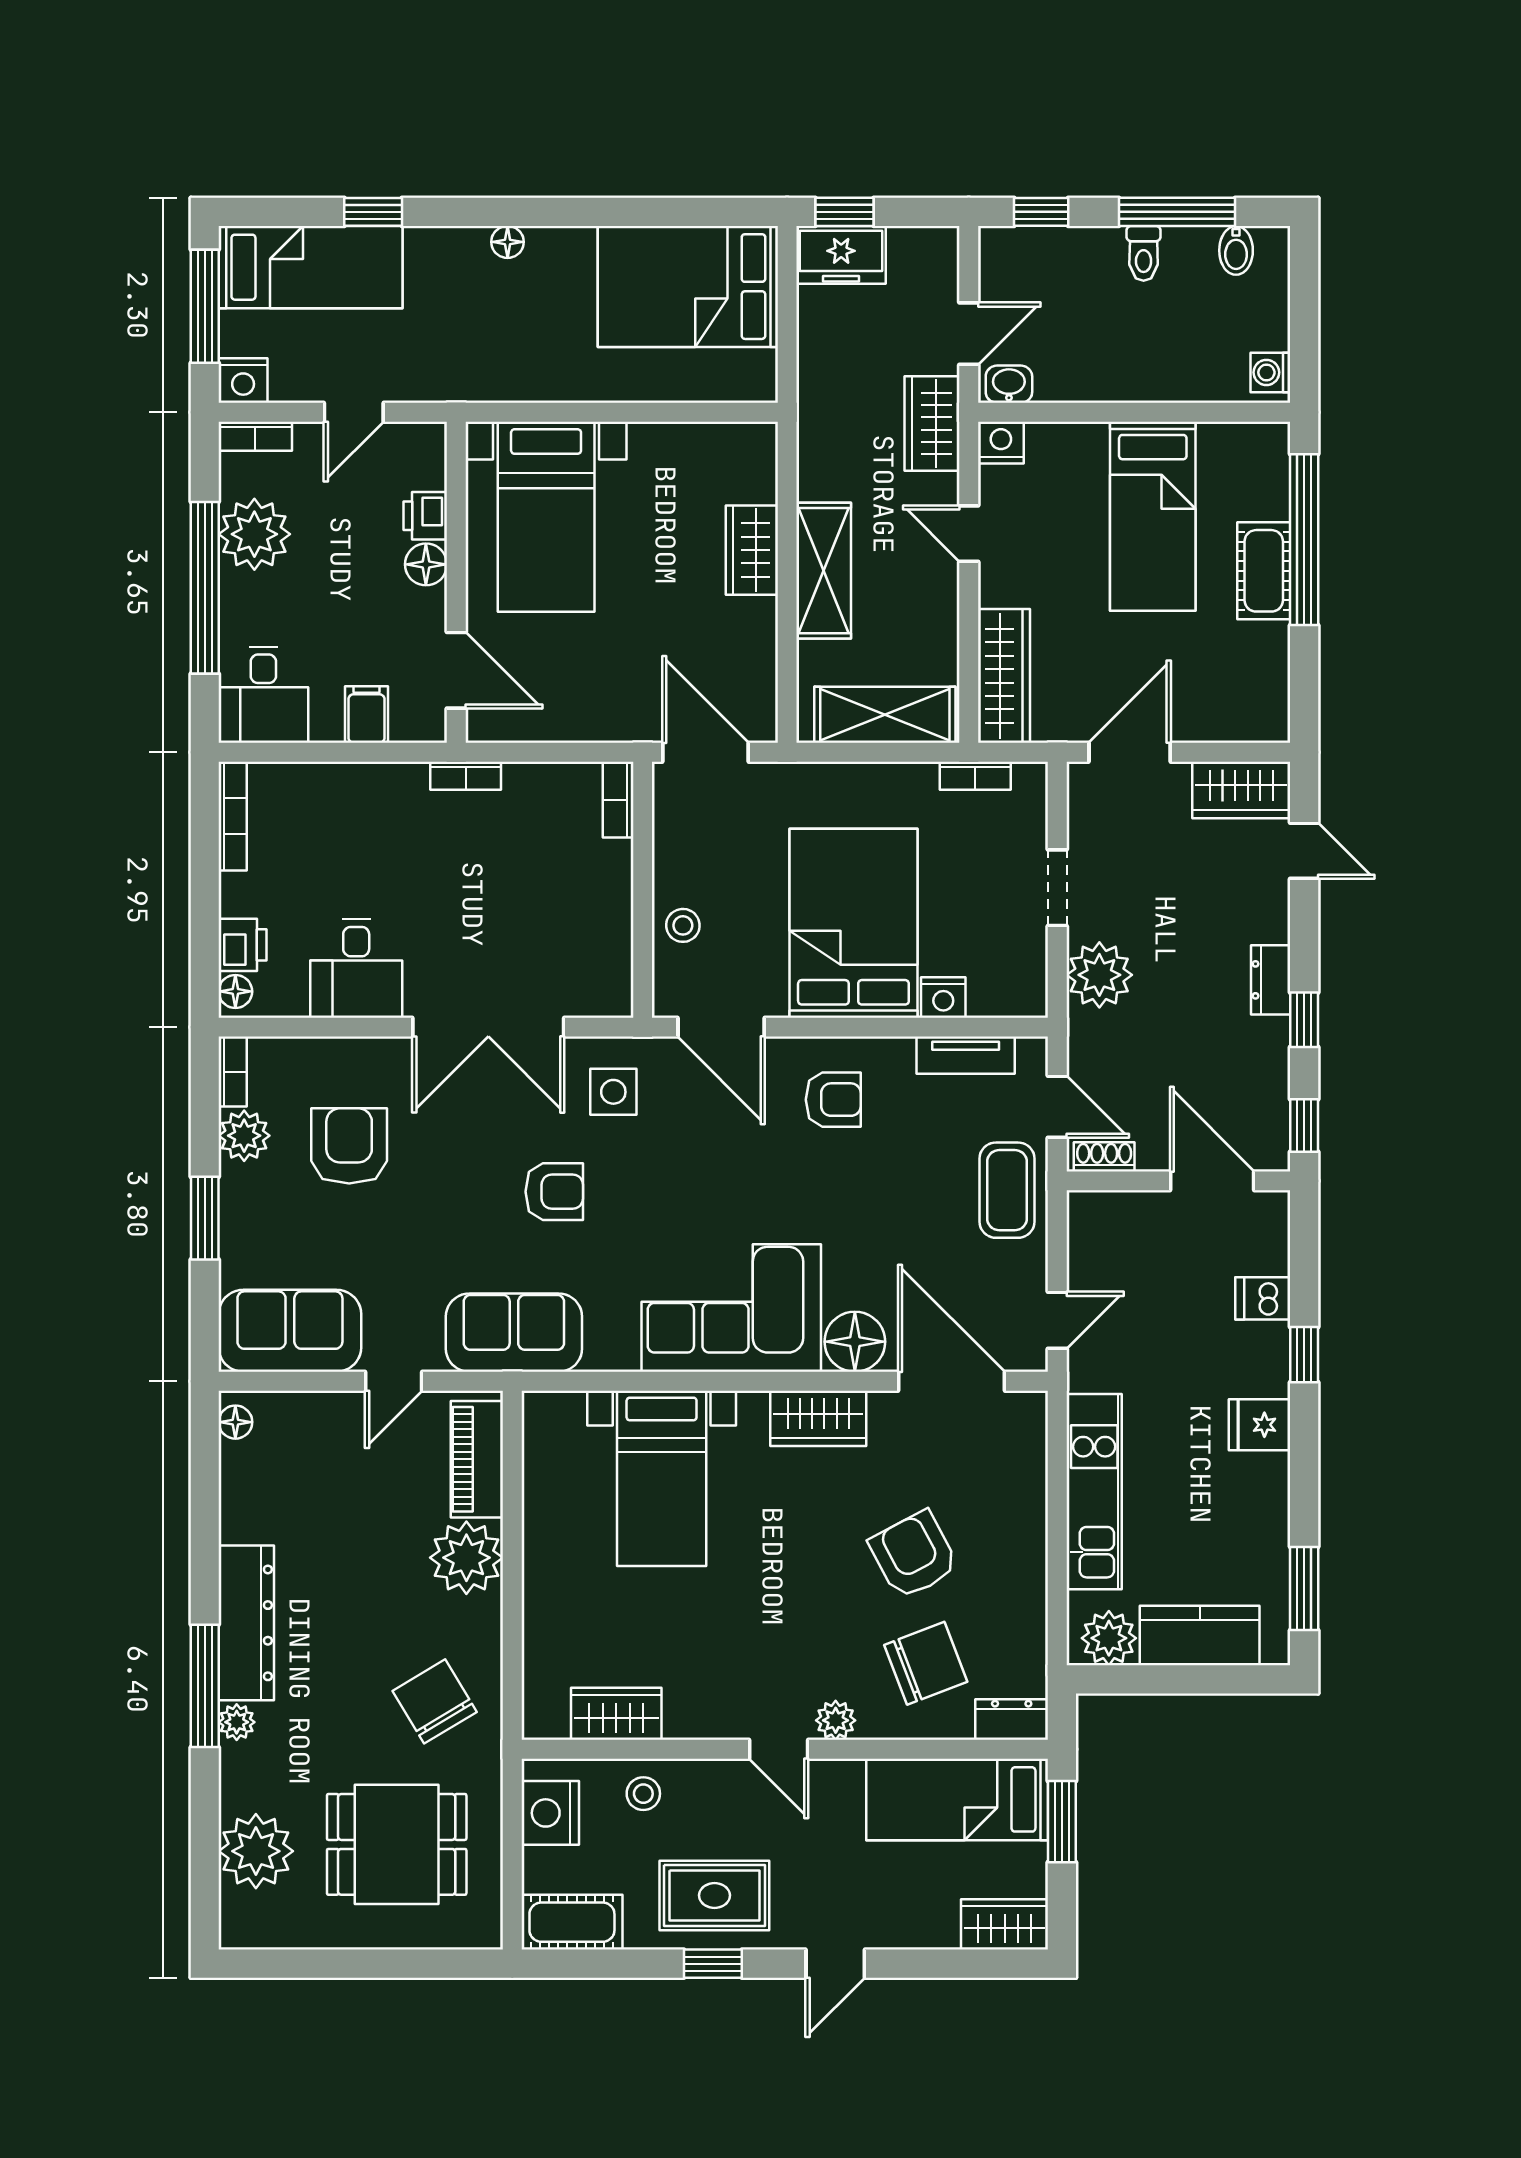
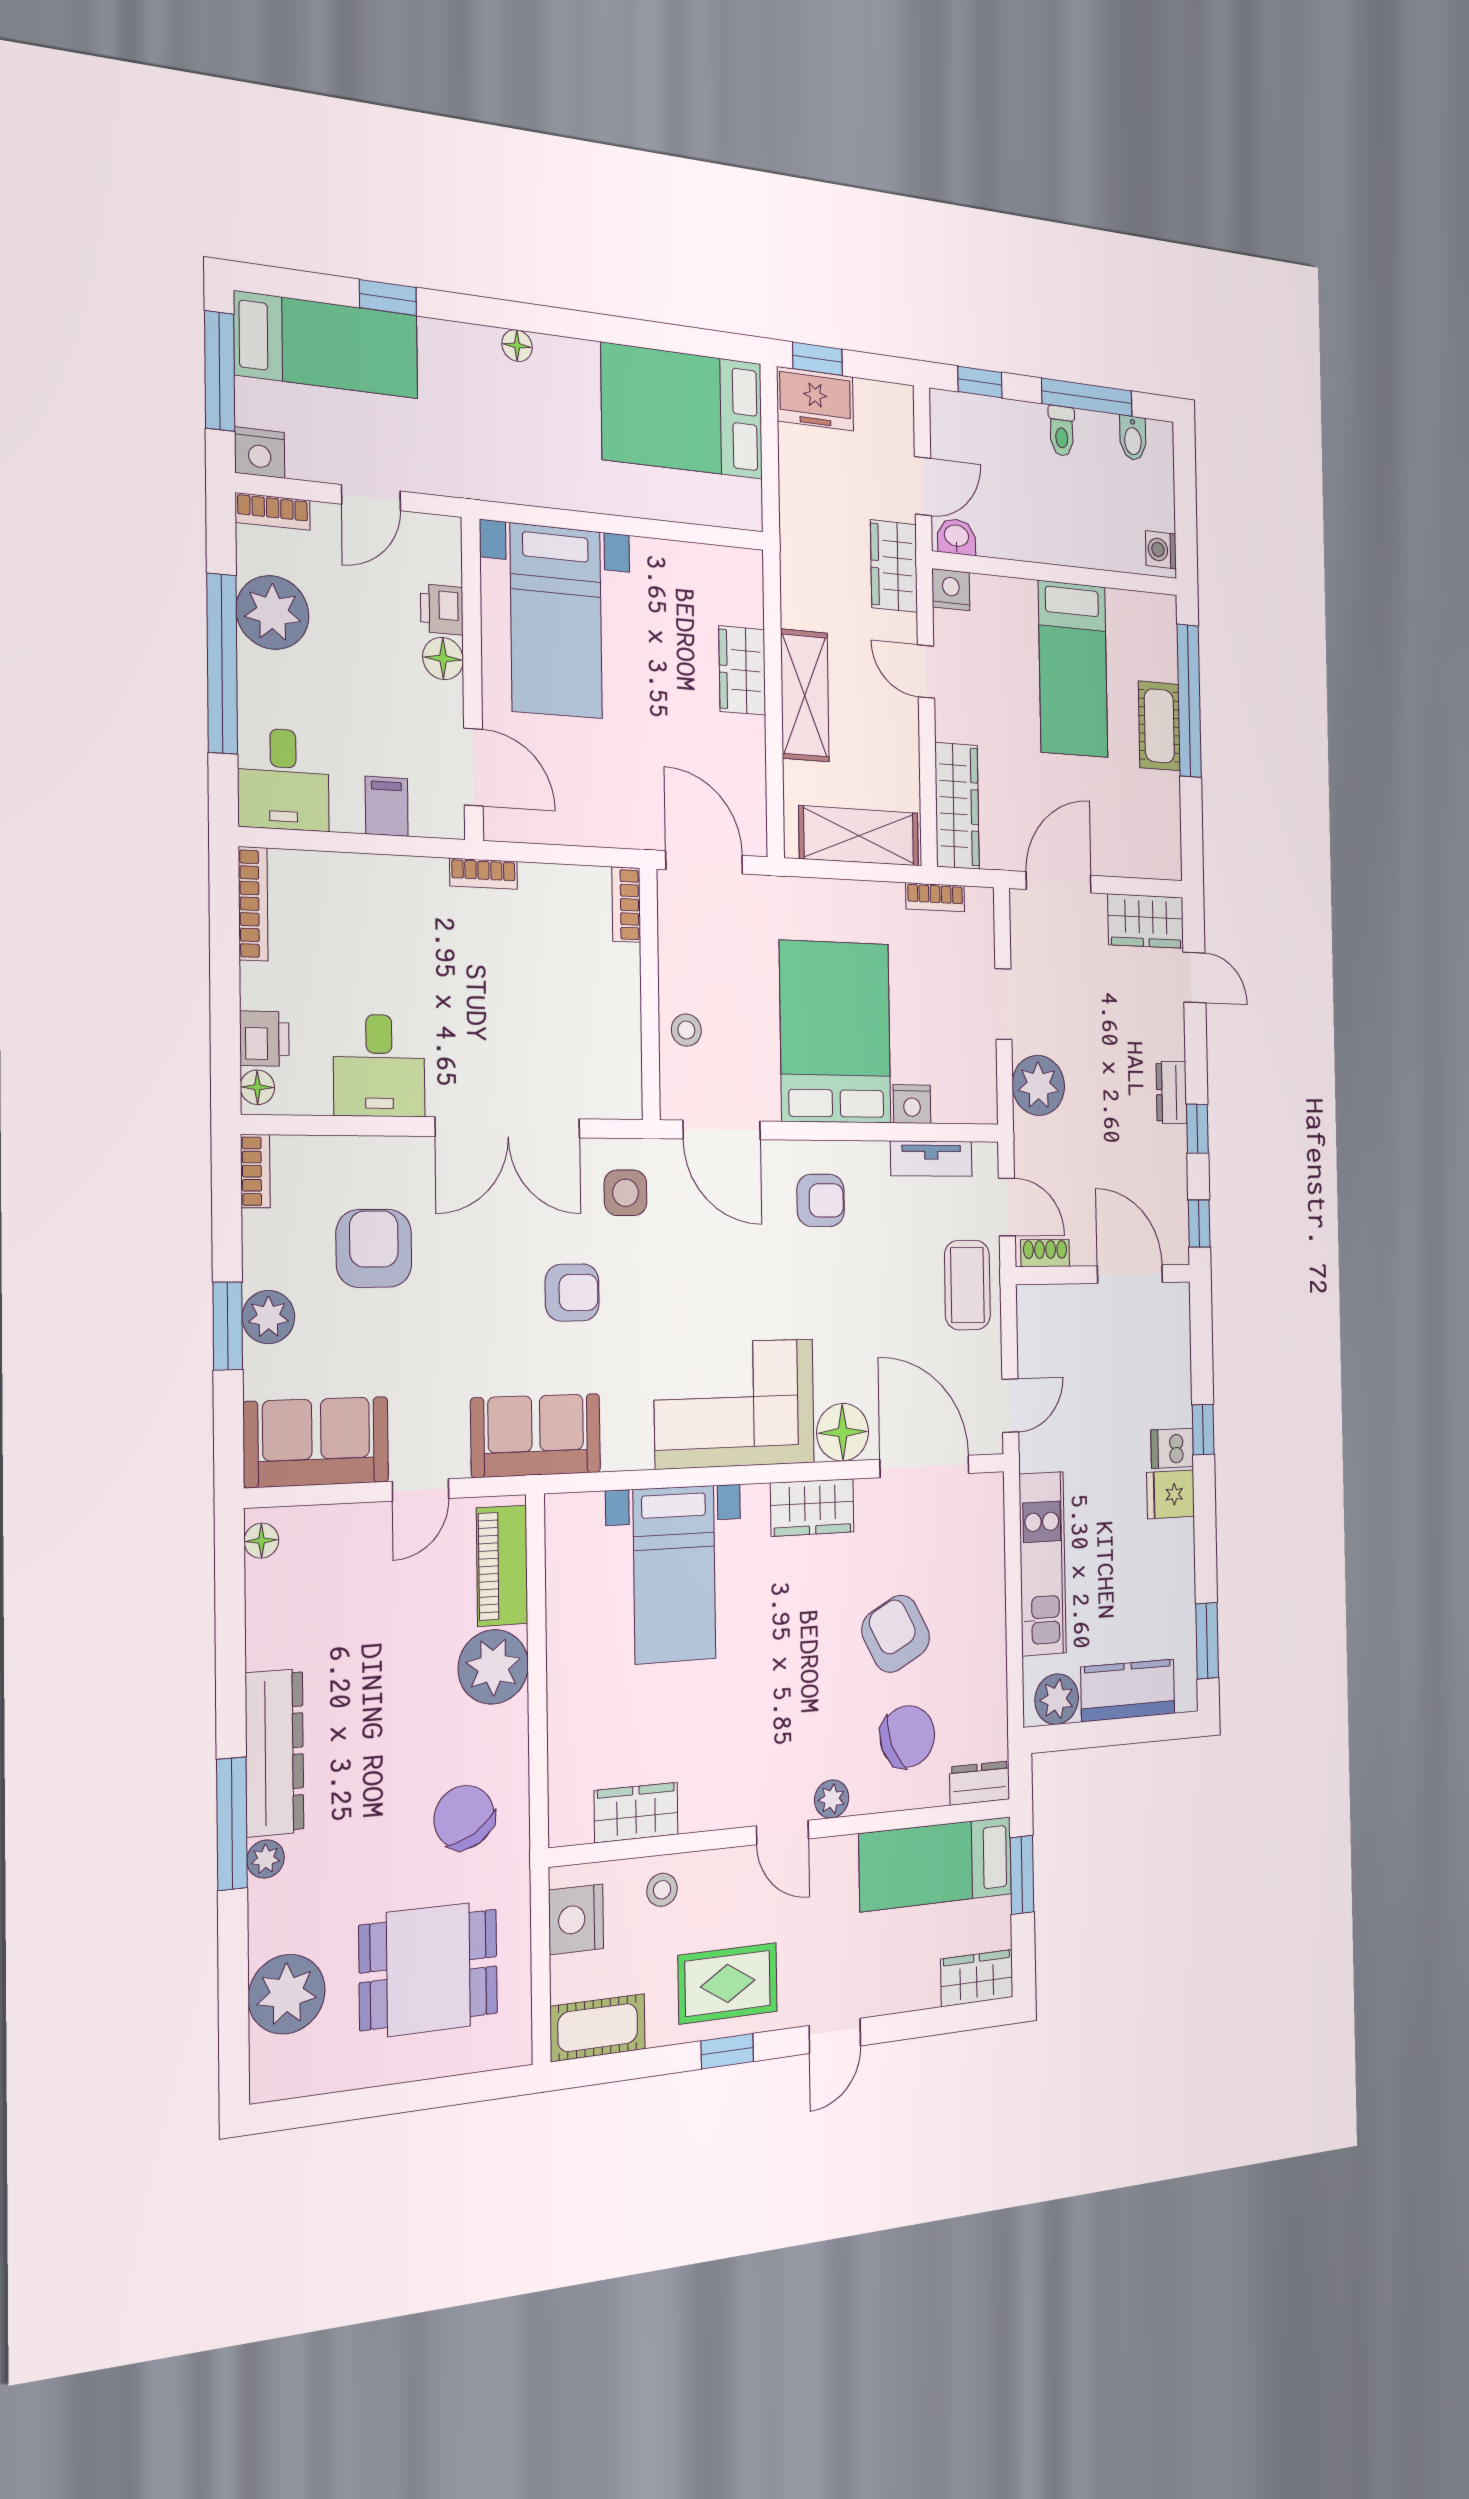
plant: (244, 1136) -> (268, 1317), moved
dishwasher: (1263, 1298) -> (1172, 1448), moved

